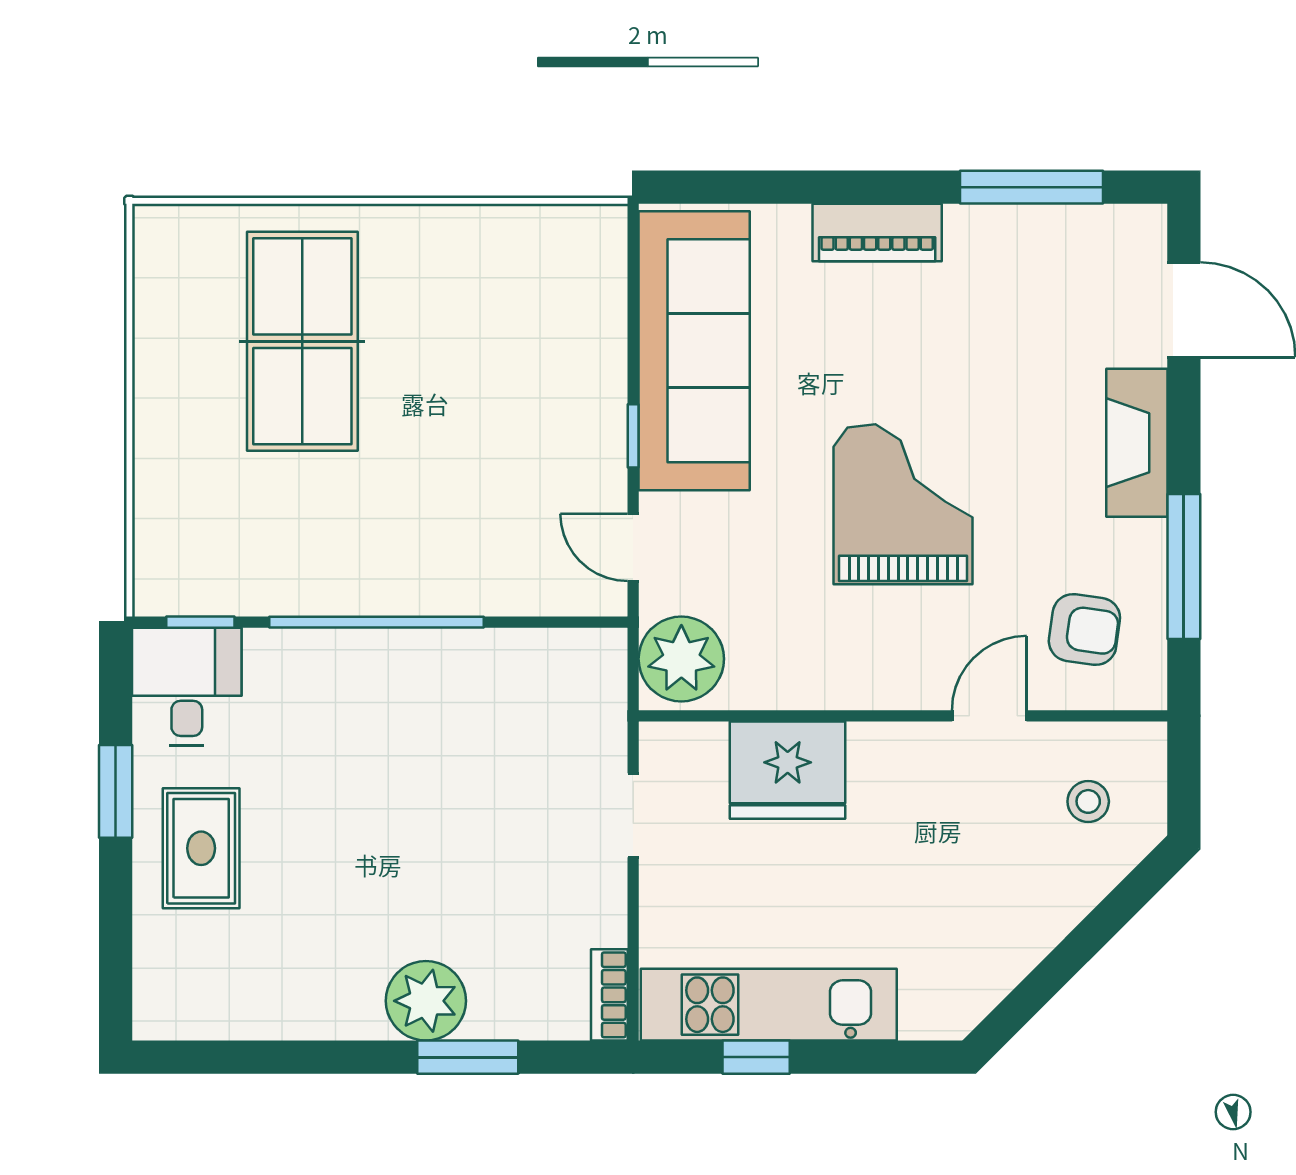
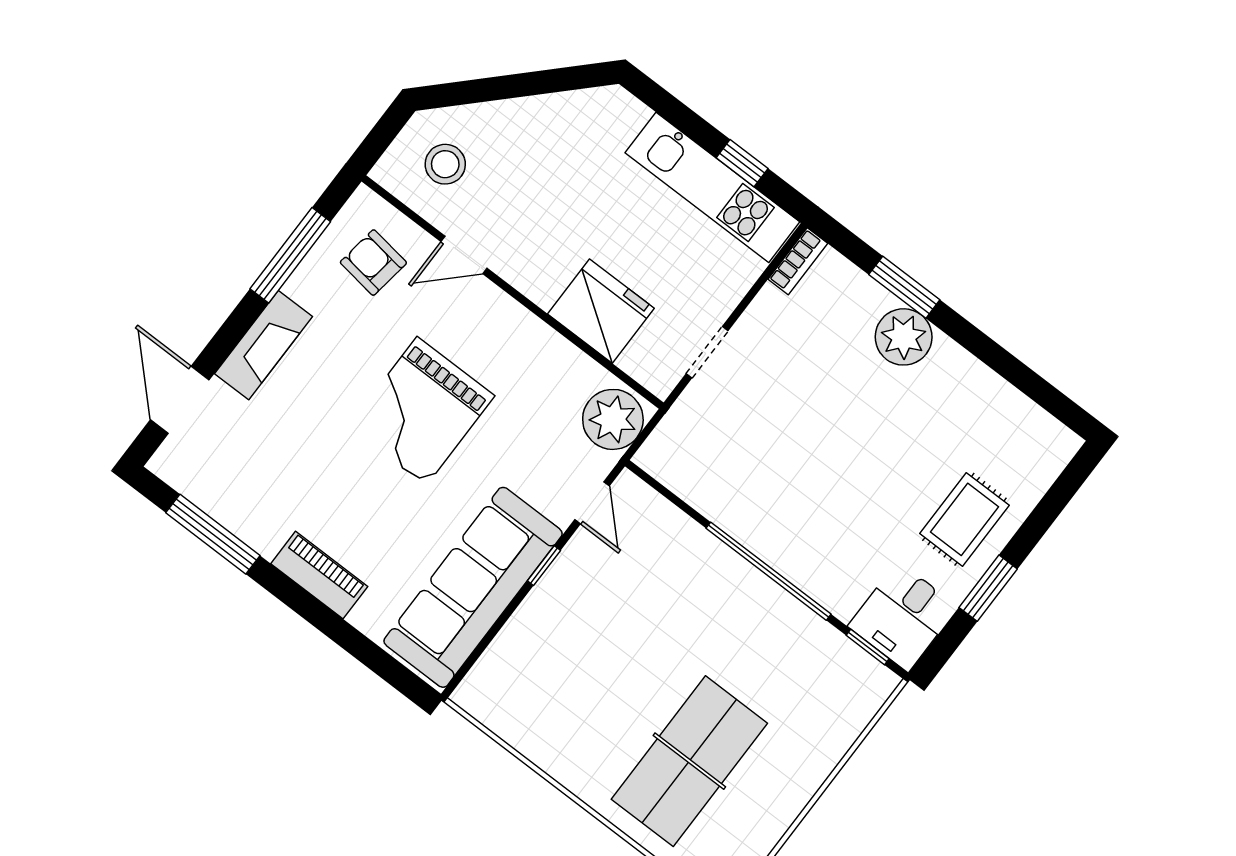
stool: (1088, 801) -> (445, 164), width x1.37, depth x1.37

